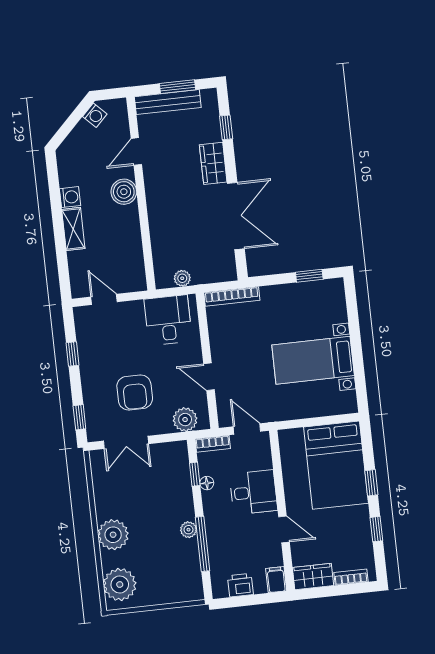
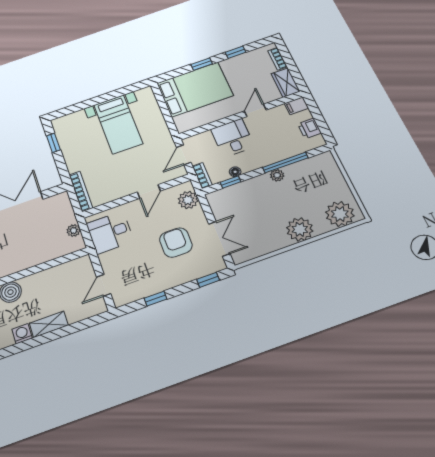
armchair: (135, 392) -> (176, 243), turned -90

